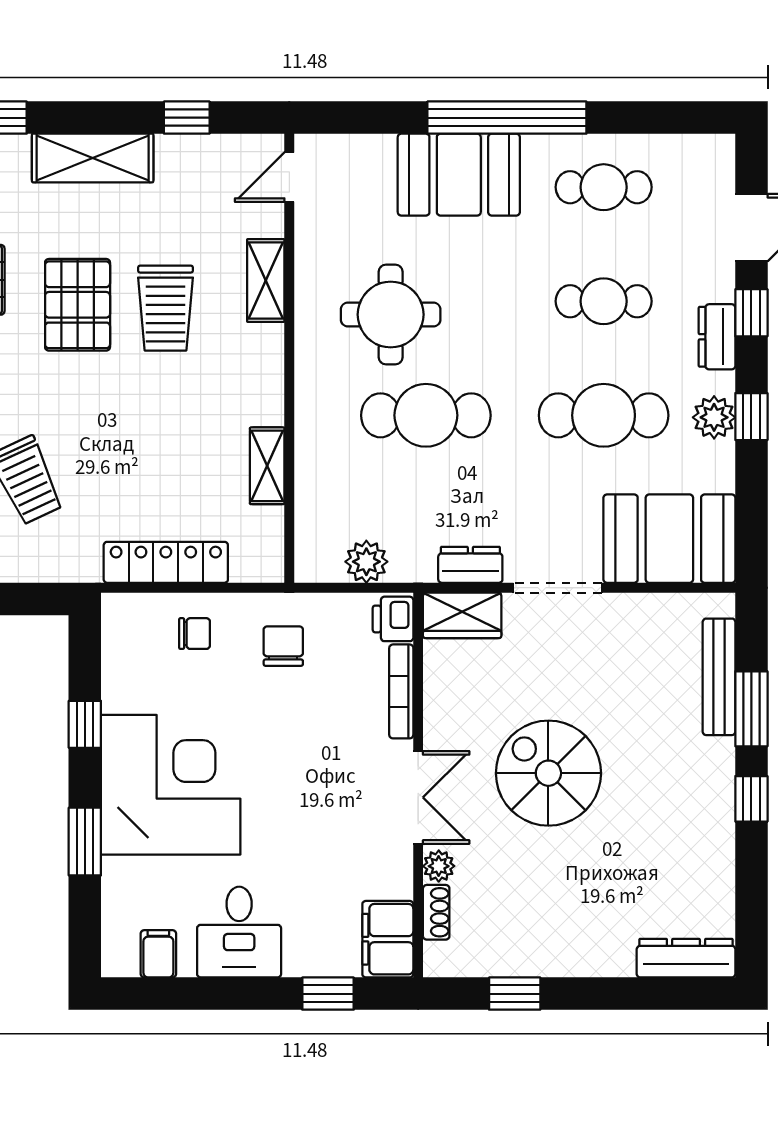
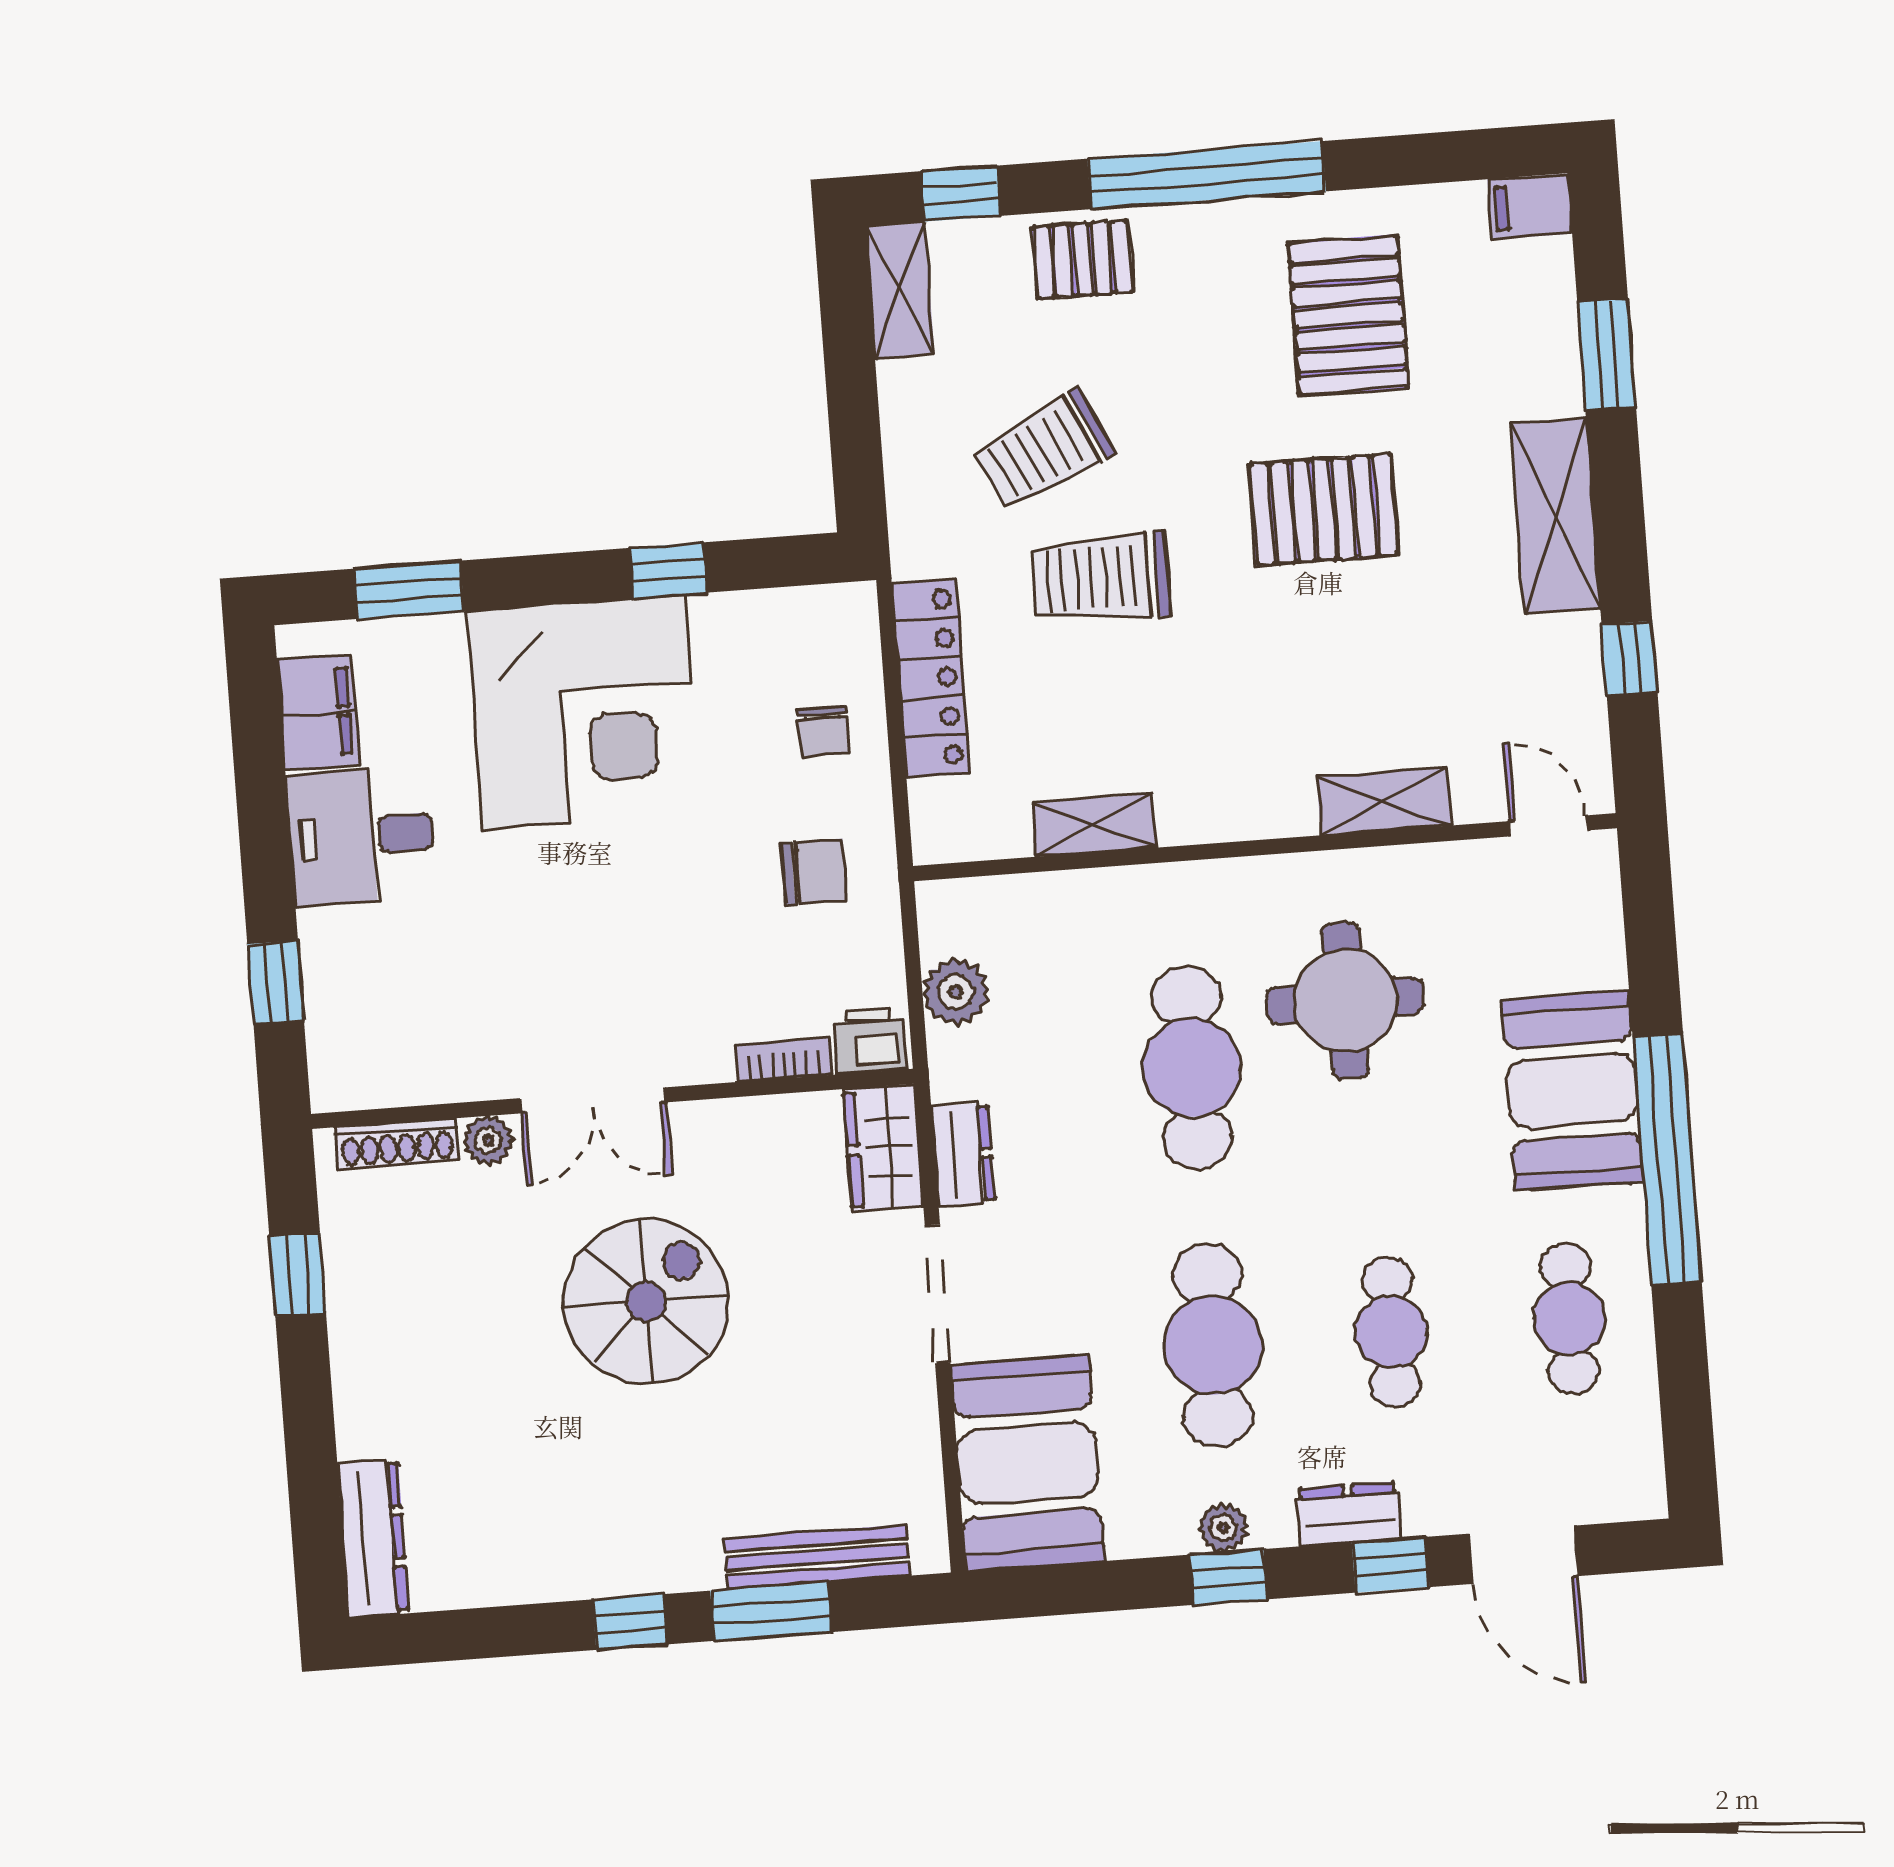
trolley: (166, 308) -> (1100, 578), moved
plant: (714, 417) -> (1223, 1528), width x0.73, depth x0.73
bookcase: (401, 691) -> (783, 1060), width x0.64
window: (85, 842) -> (409, 590), moved
shoe rack: (436, 912) -> (397, 1144), width x1.43
filing cabinet: (388, 939) -> (368, 1070), removed
filing cabinet: (158, 954) -> (318, 712), width x2.00

